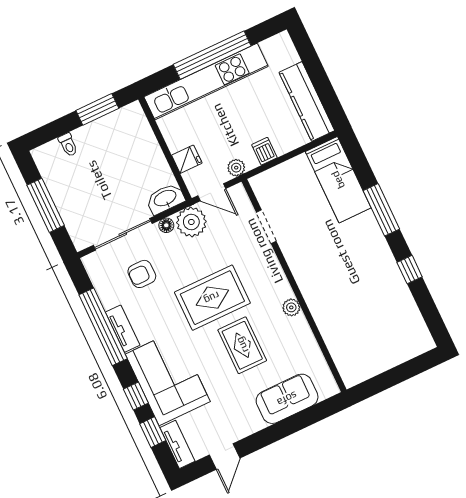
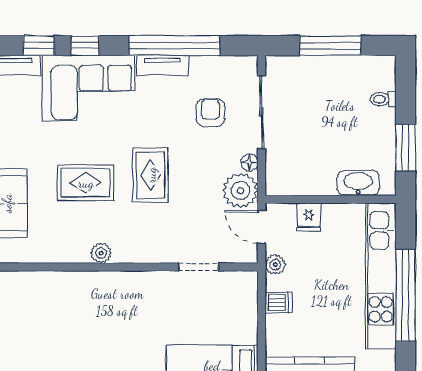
door: (212, 192) -> (262, 227), hinge flipped
washbasin: (165, 199) -> (358, 183), moved, turned -90
rug: (212, 298) -> (151, 175), width x0.73, depth x0.70

